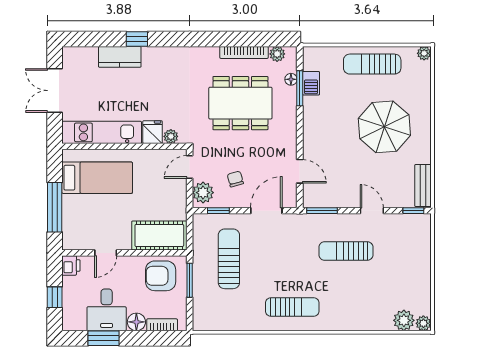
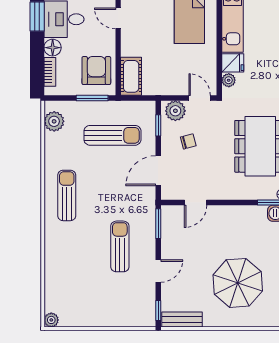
door: (266, 211) -> (158, 171), swing flipped
cot: (159, 235) -> (131, 76), width x0.73, depth x0.75
sun lounger: (292, 307) -> (67, 195), turned 180
plant: (404, 320) -> (54, 121), moved

